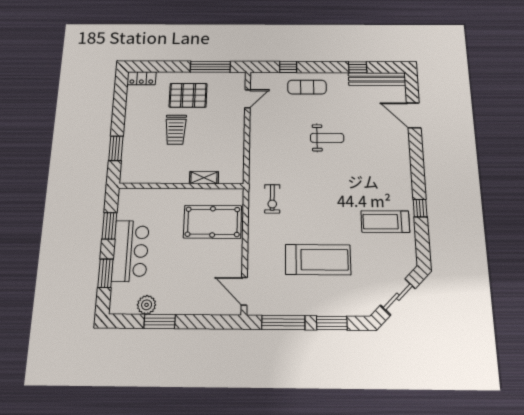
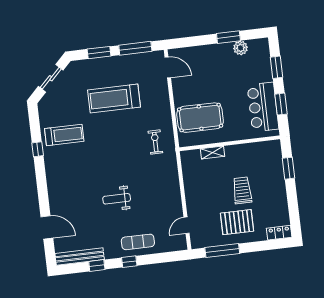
window: (288, 67) -> (129, 262), moved
bar counter: (130, 251) -> (263, 107), moved

